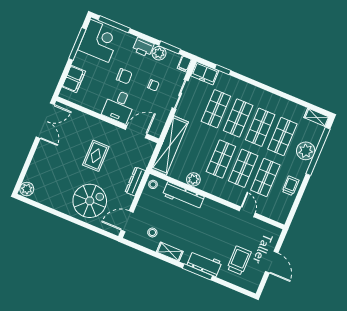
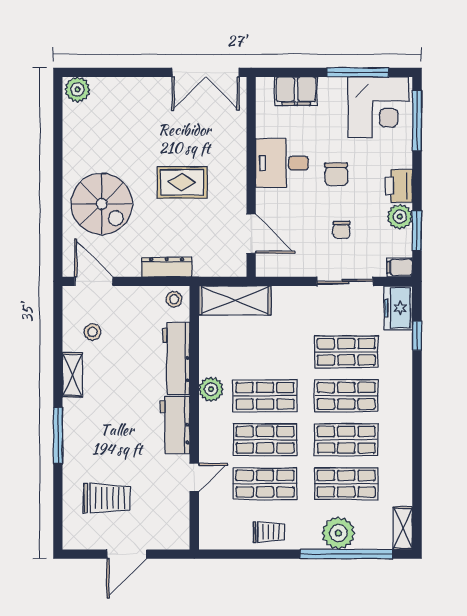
desk: (119, 106) -> (282, 163), moved
shelving: (170, 146) -> (235, 300), width x0.68
plant: (193, 179) -> (211, 389), moved
workbench: (205, 263) -> (175, 425), moved, turned 180

